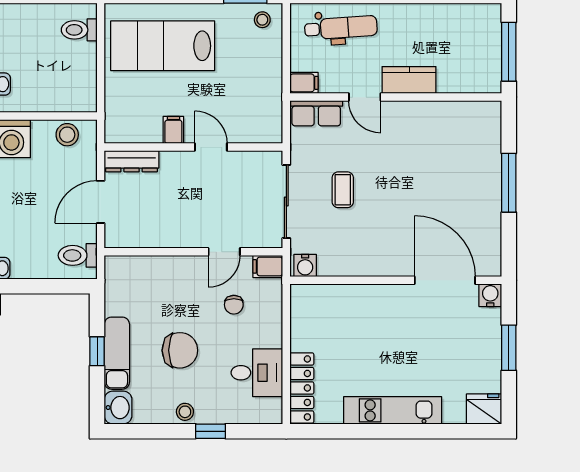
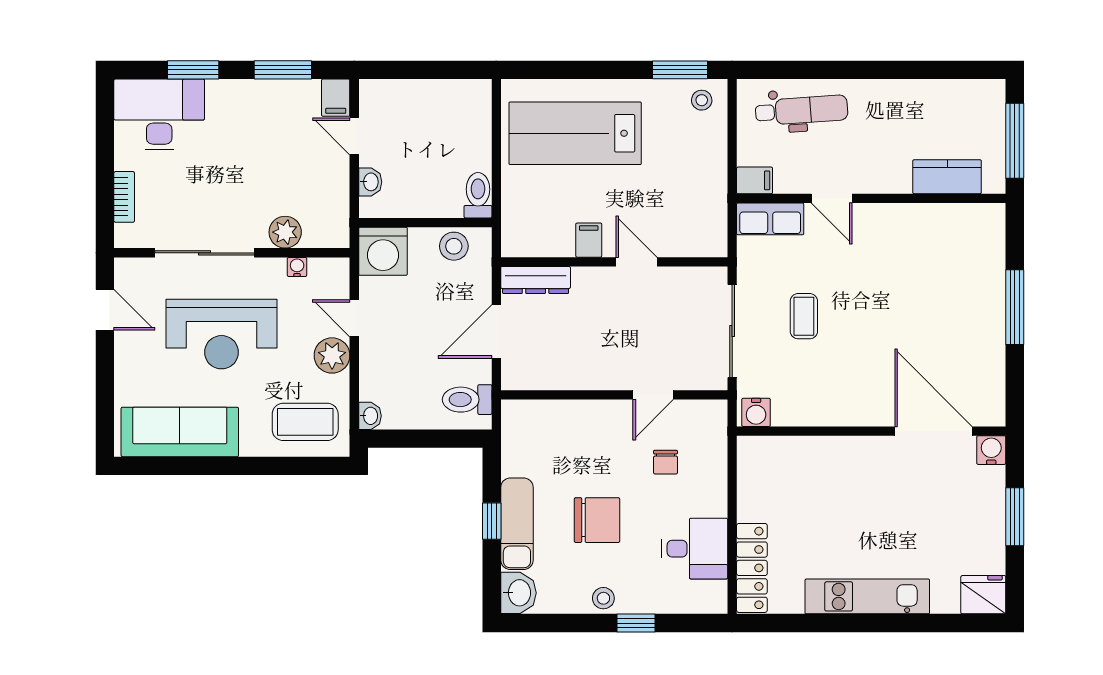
toilet: (79, 30) -> (478, 195), moved, turned 90
kitchen counter: (409, 80) -> (947, 177), moved
filing cabinet: (268, 266) -> (709, 414), removed

